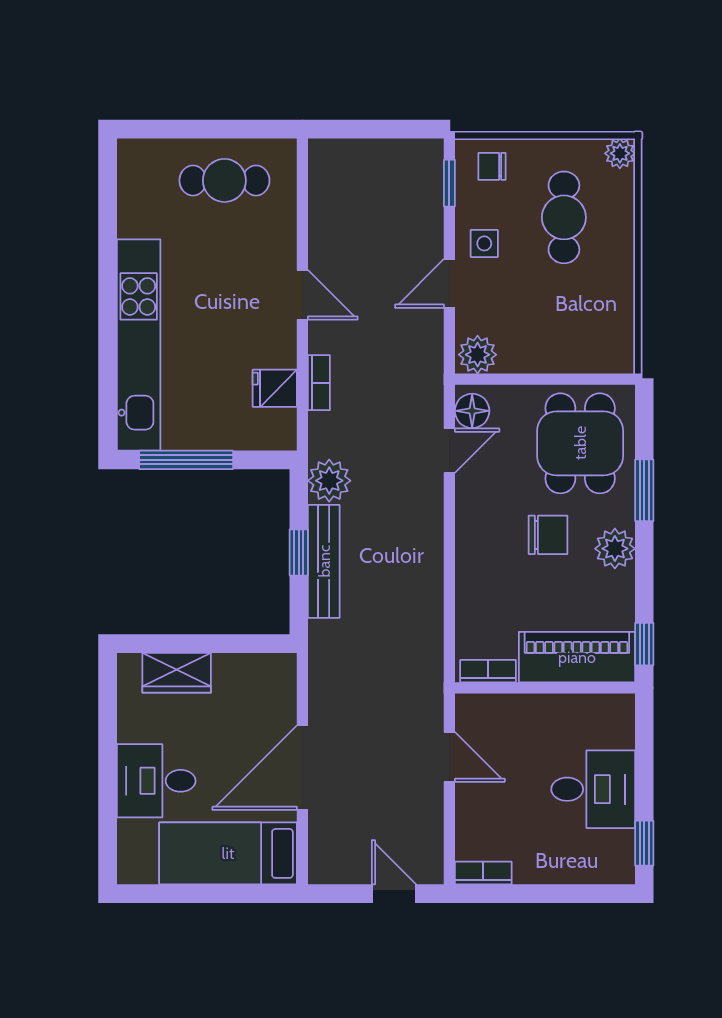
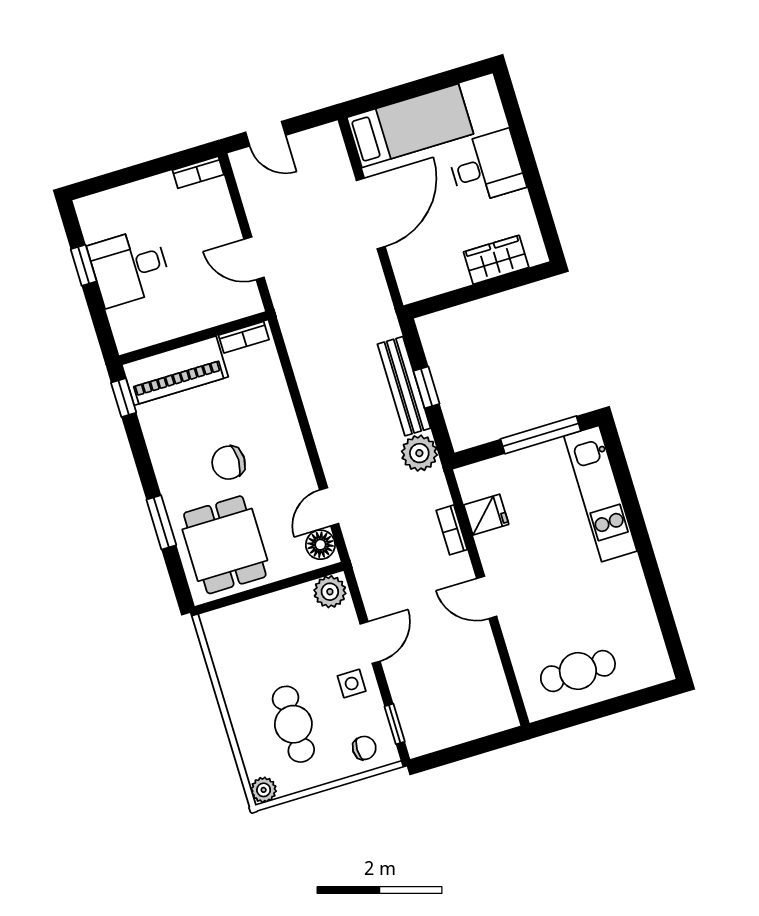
kitchen unit: (139, 345) -> (600, 494), width x0.73
plant: (615, 549) -> (171, 468), removed
window: (644, 843) -> (84, 265), moved

